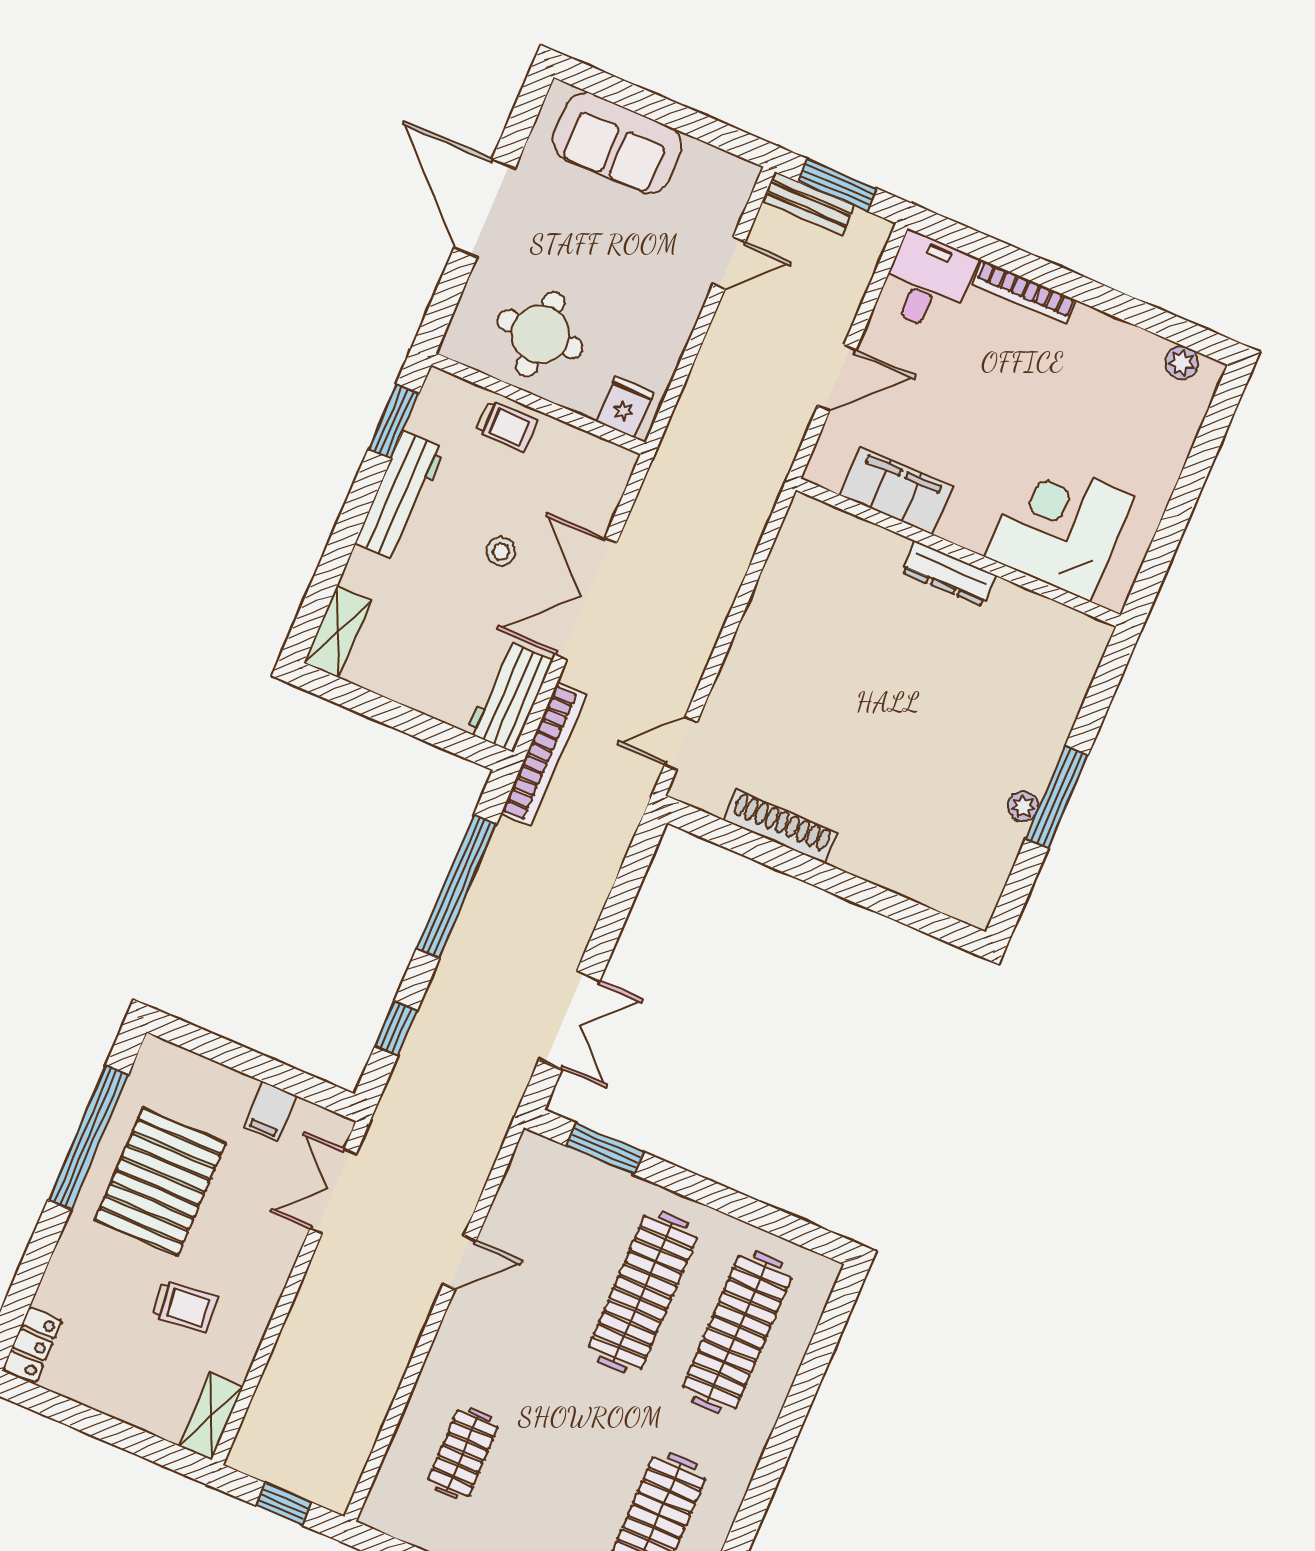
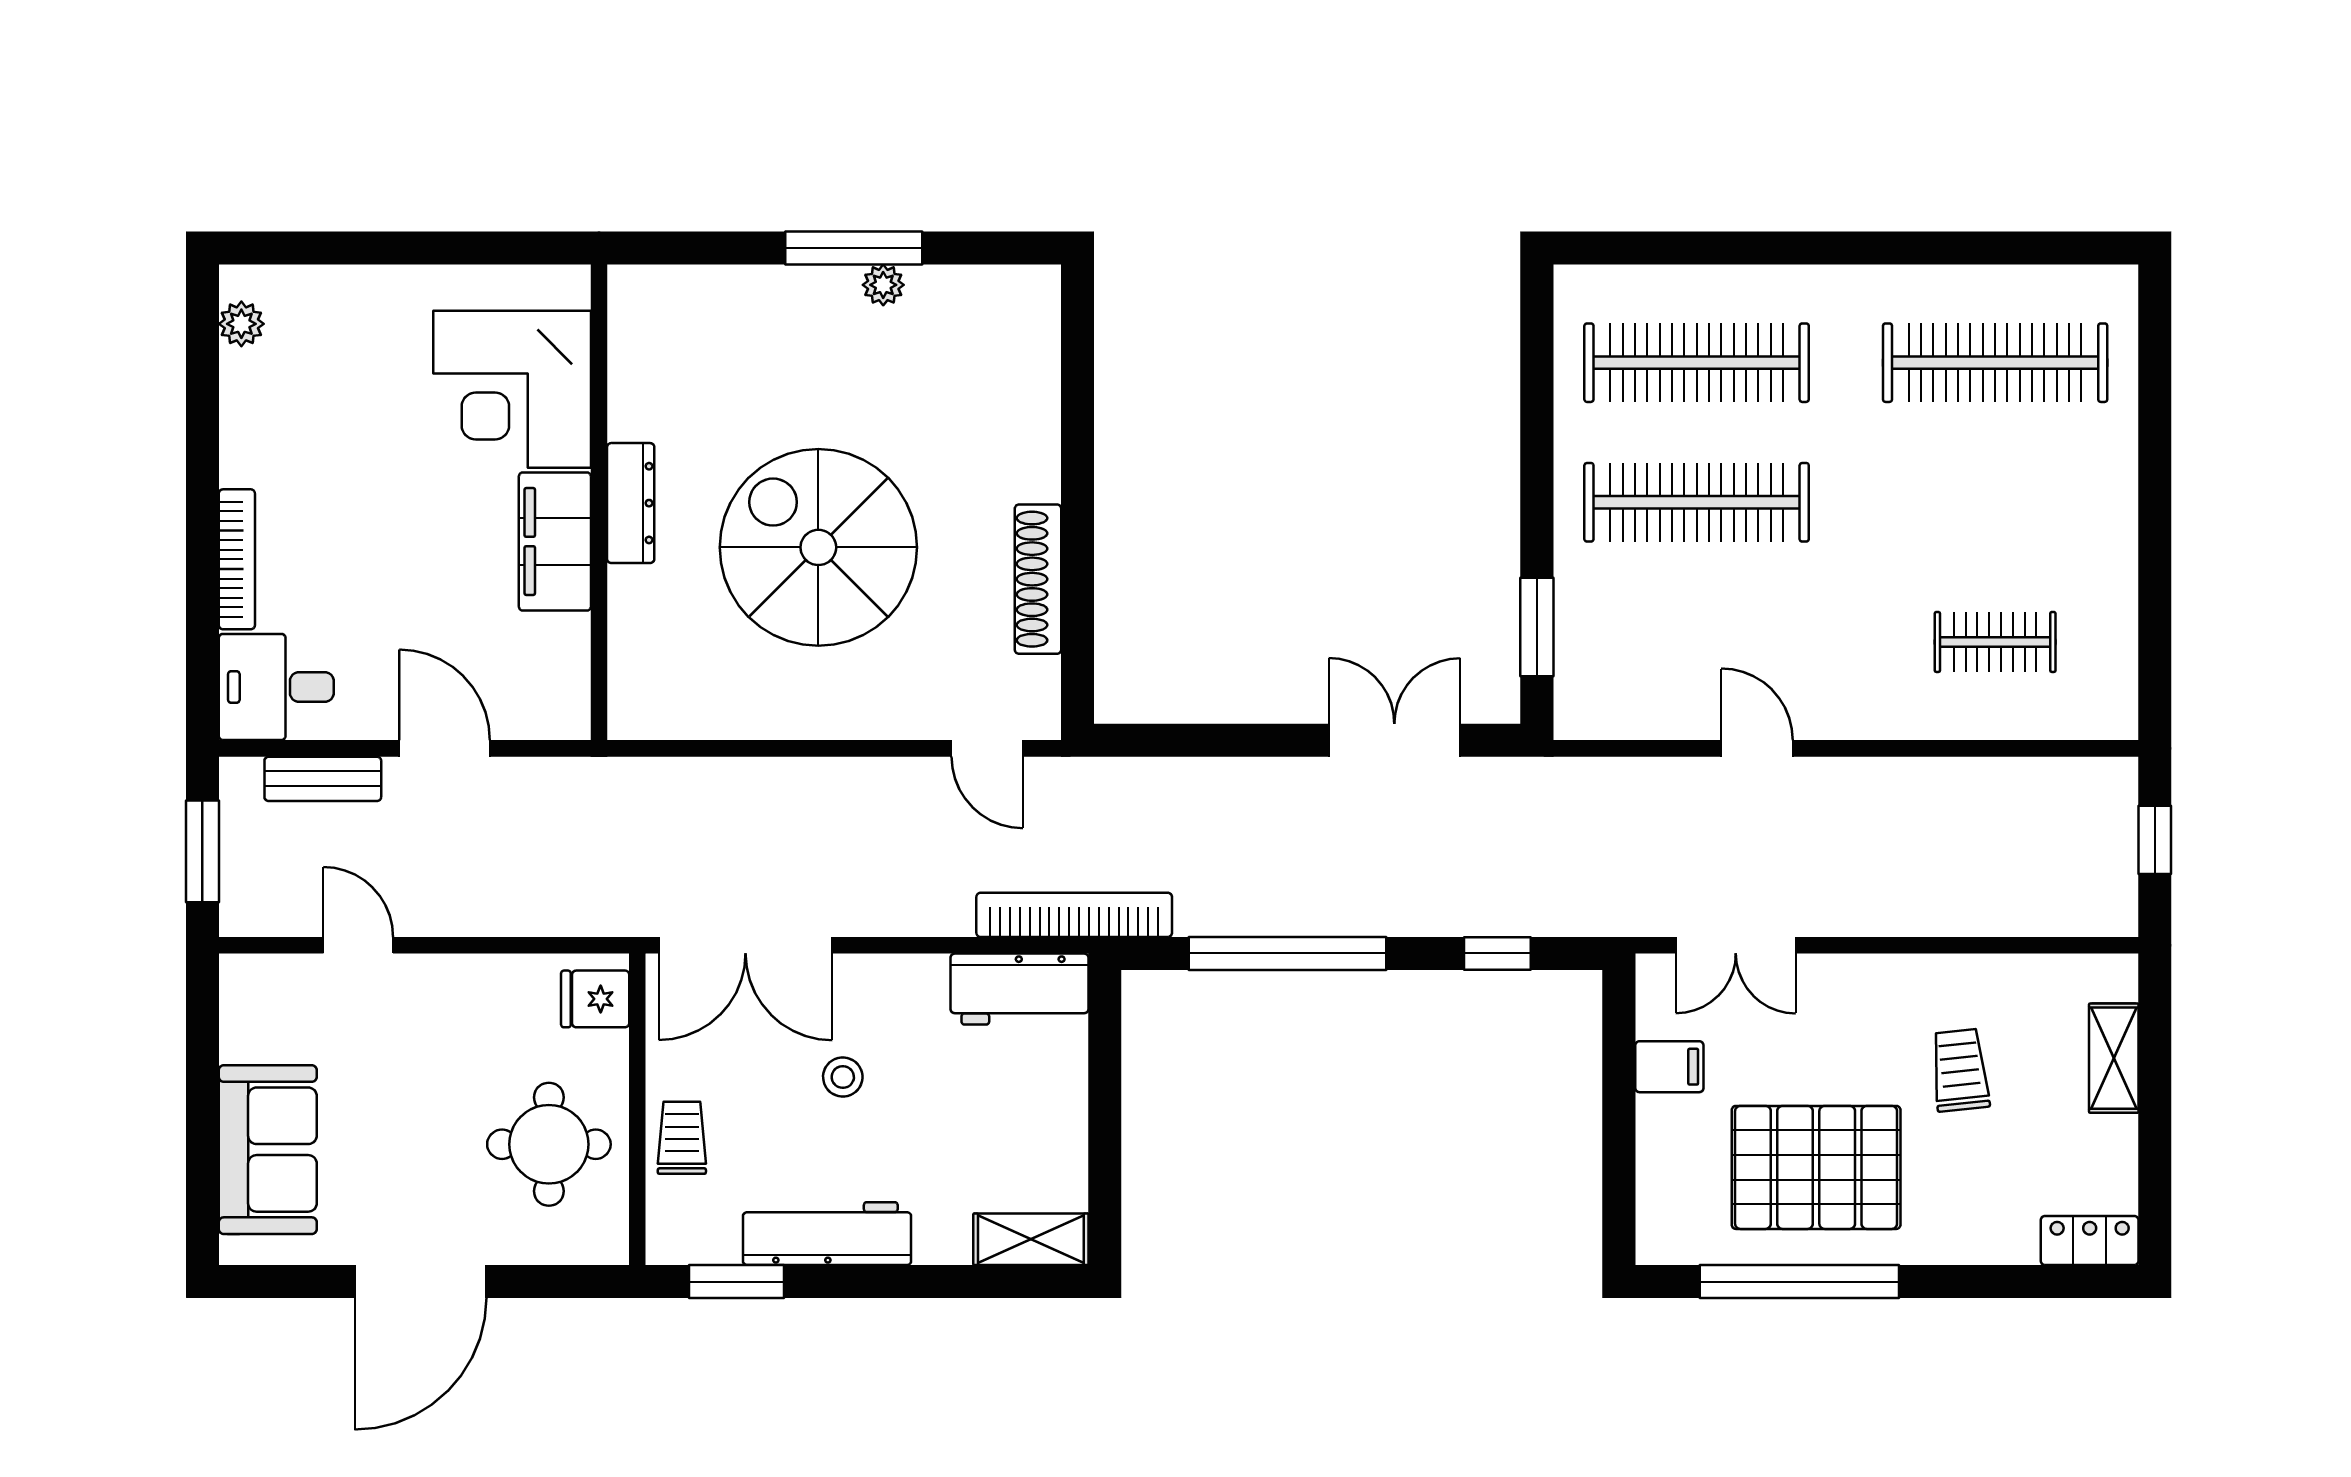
bench: (809, 204) -> (323, 779), moved, turned 90
filing cabinet: (896, 491) -> (555, 542), moved
double door: (586, 598) -> (745, 945), moved
spiral stairs: (865, 687) -> (818, 547), added
shelving: (211, 1416) -> (2114, 1058), moved, turned 90

